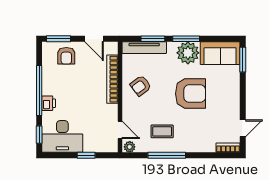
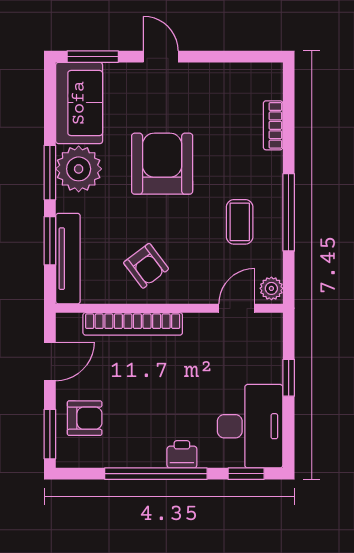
door: (243, 128) -> (161, 57), moved
bookcase: (228, 148) -> (273, 125), moved

